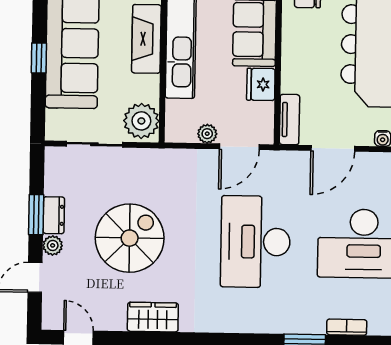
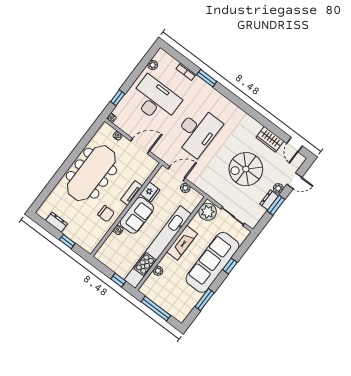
tv unit: (290, 120) -> (131, 193), moved
wardrobe: (153, 317) -> (270, 139), moved

